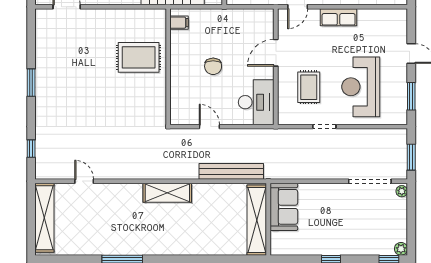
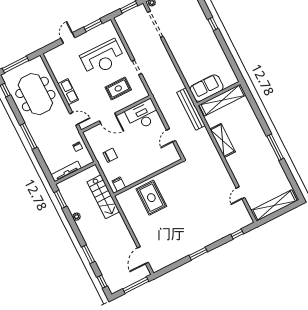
chair: (213, 66) -> (110, 155), moved
sofa: (284, 207) -> (207, 88), moved
wall: (268, 219) -> (219, 94), moved
shelving: (257, 220) -> (222, 100), moved

